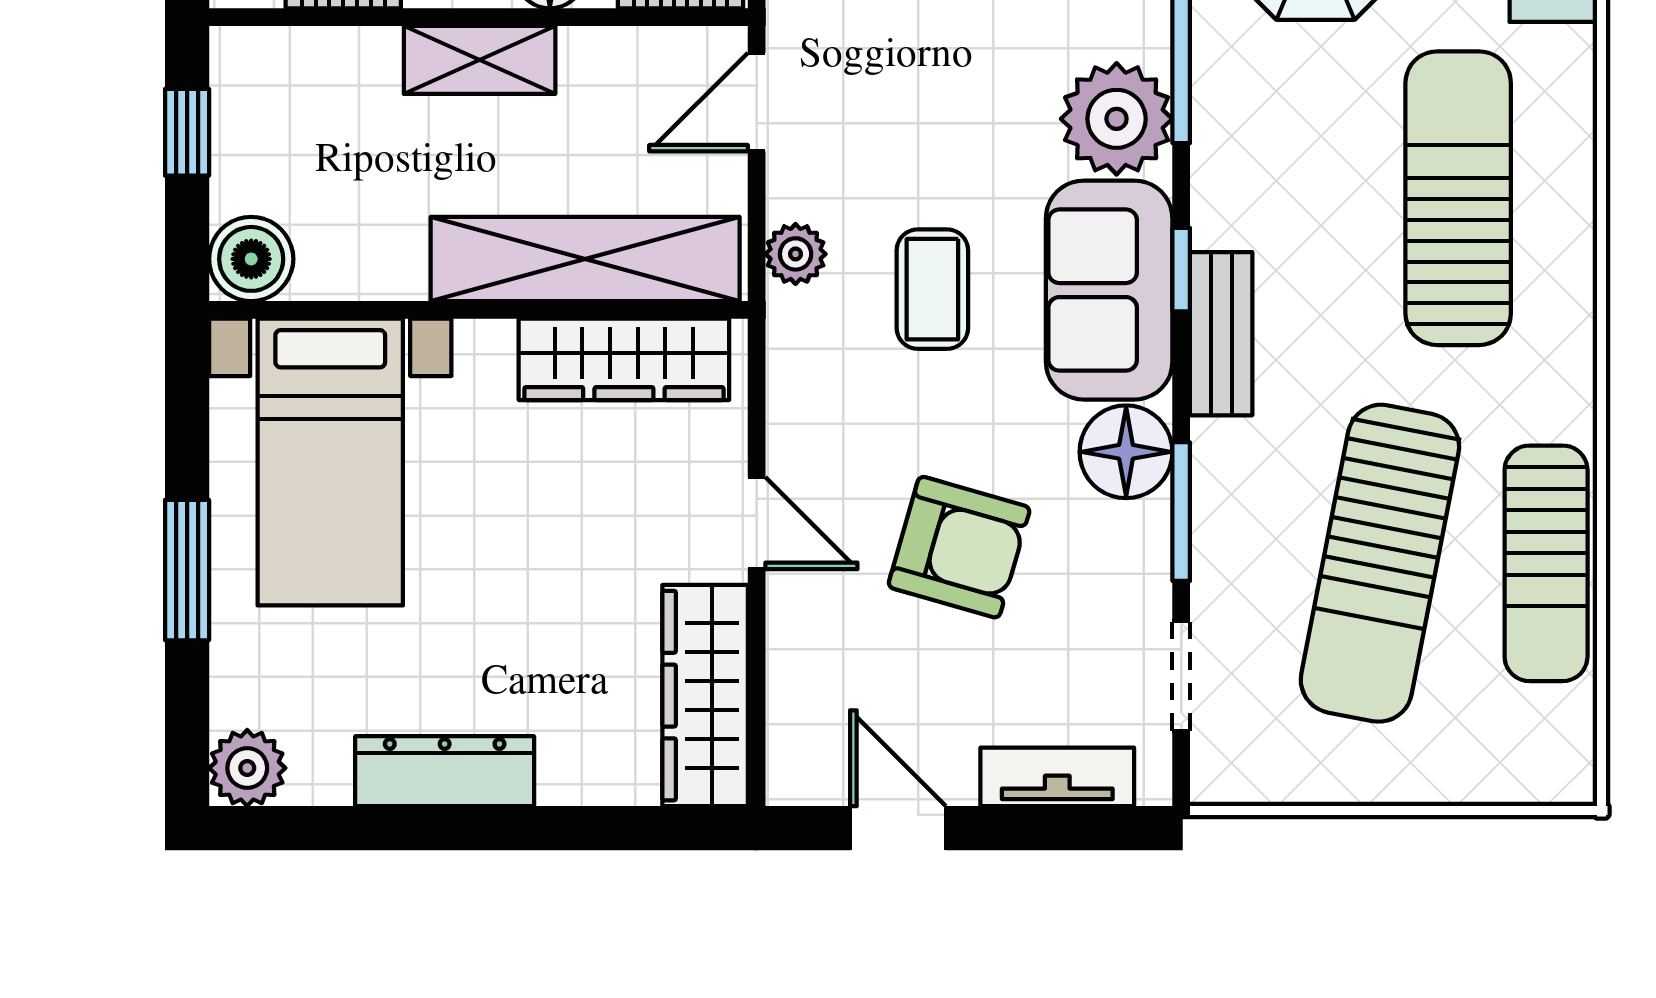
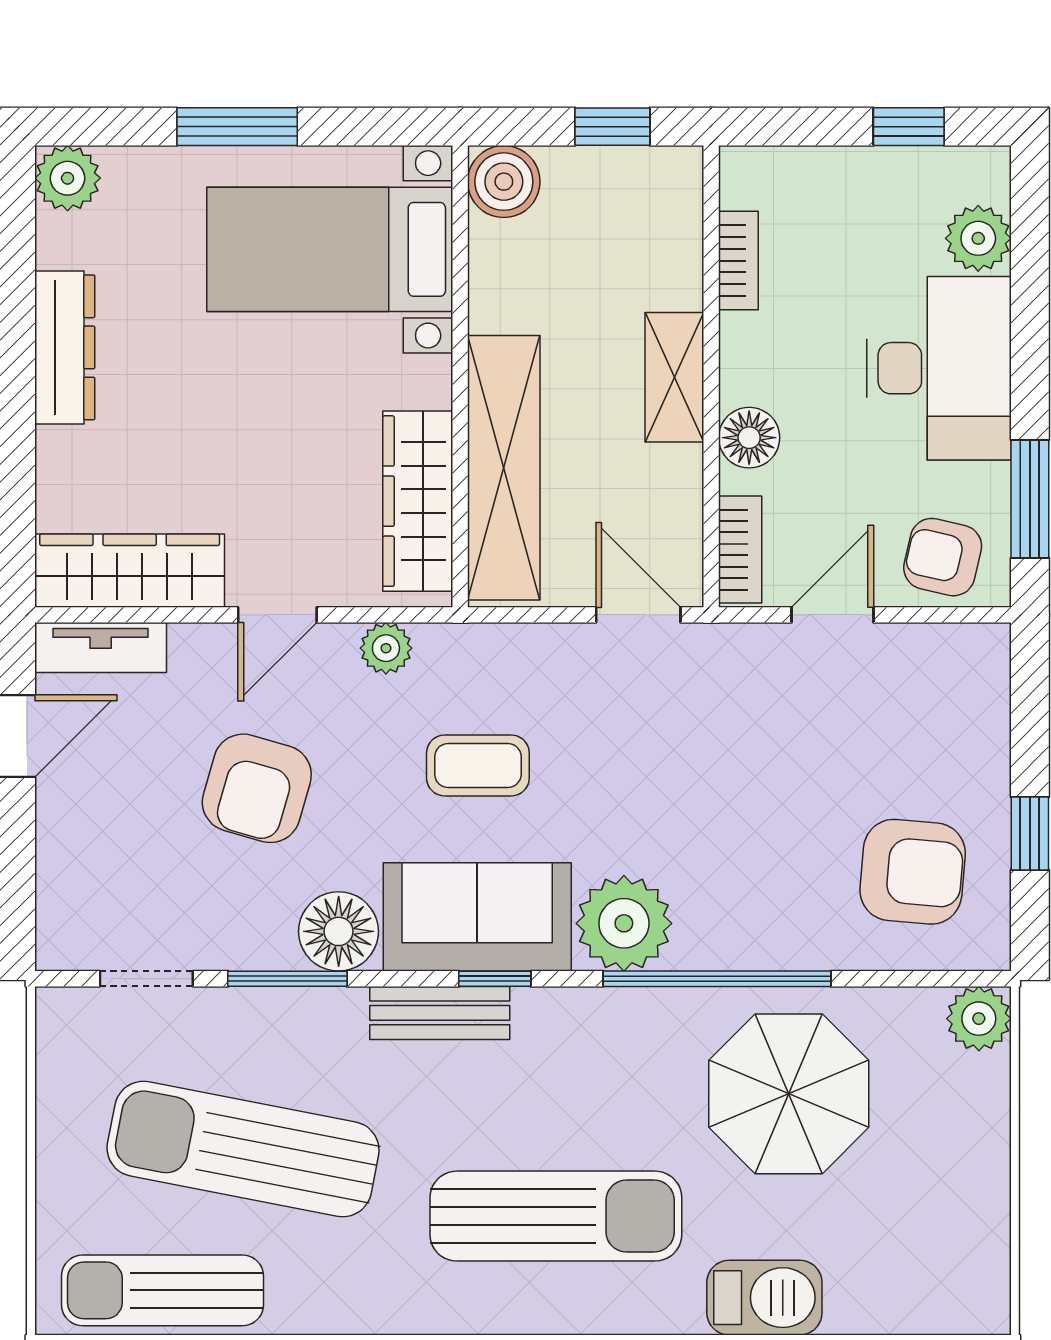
plant: (796, 254) -> (386, 648), moved
sun lounger: (1546, 563) -> (162, 1290), moved
tv unit: (1057, 777) -> (101, 647), moved, turned 90

